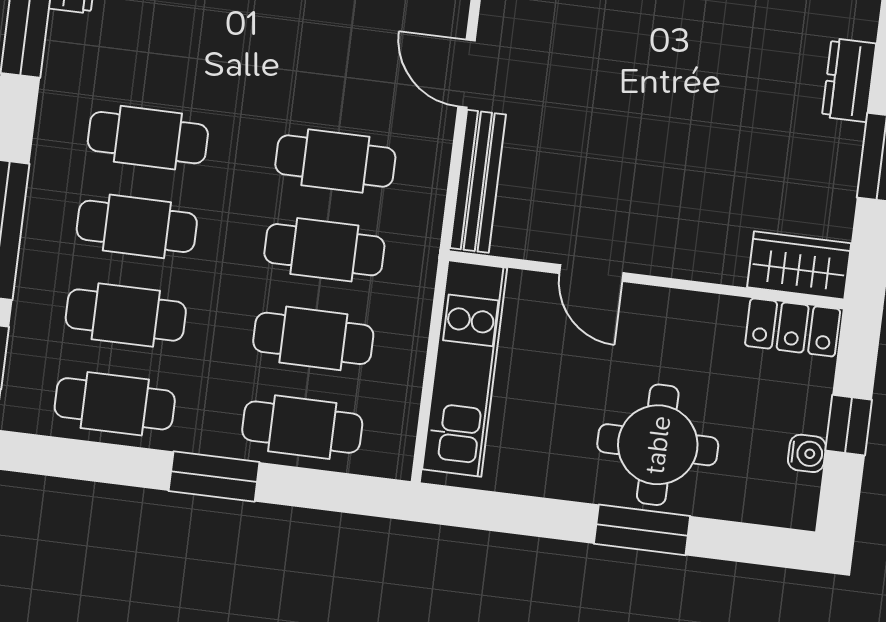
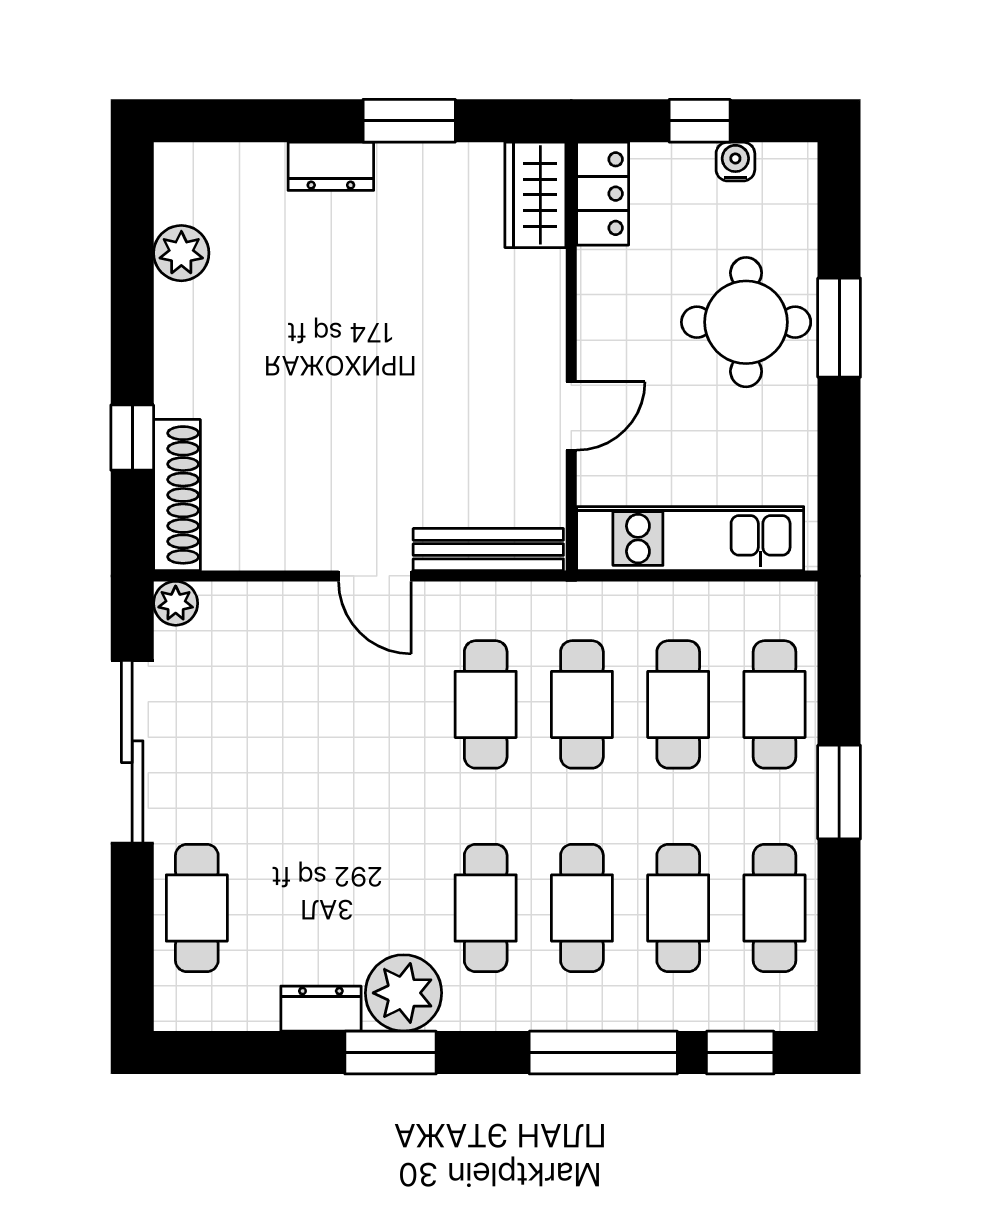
plant: (79, 52) -> (403, 993), added
door: (467, 74) -> (375, 576), hinge flipped

